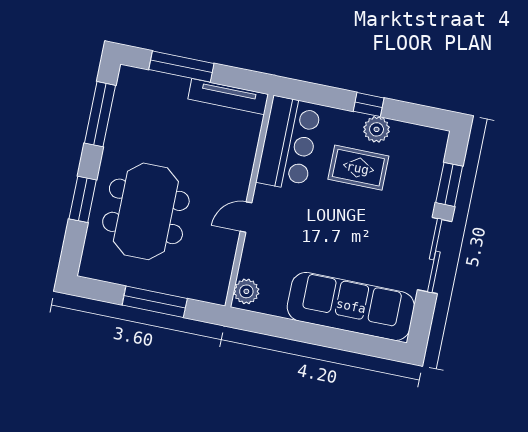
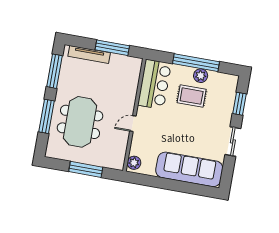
window: (181, 66) -> (112, 48), moved
tv unit: (228, 97) -> (89, 54), moved
window: (369, 105) -> (196, 63), width x3.17
window: (83, 199) -> (46, 116), width x1.44
sliding door: (435, 256) -> (233, 141), width x0.73

